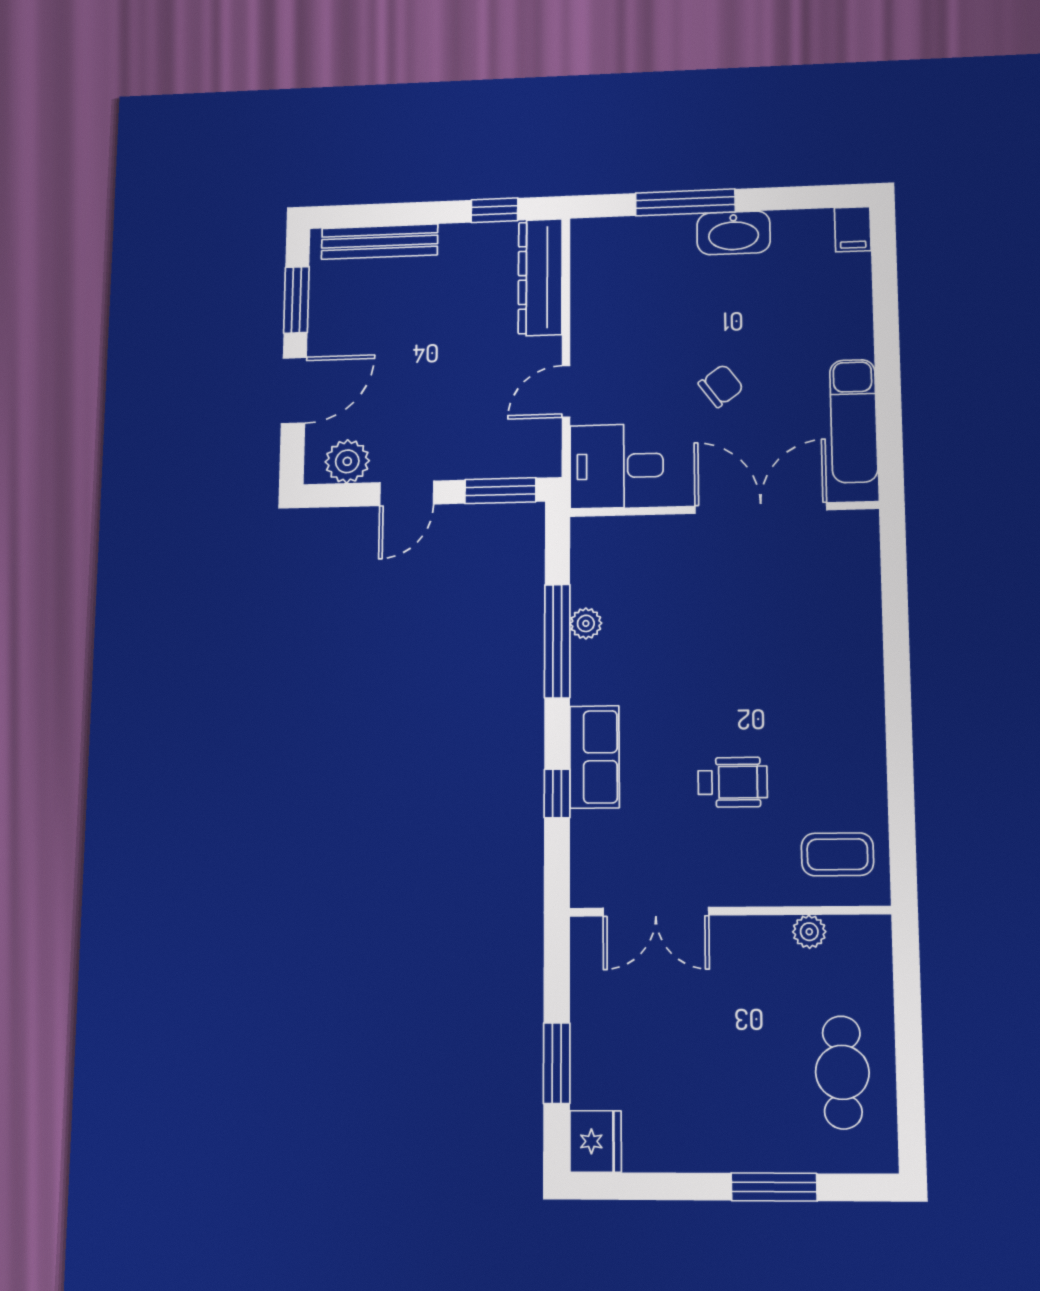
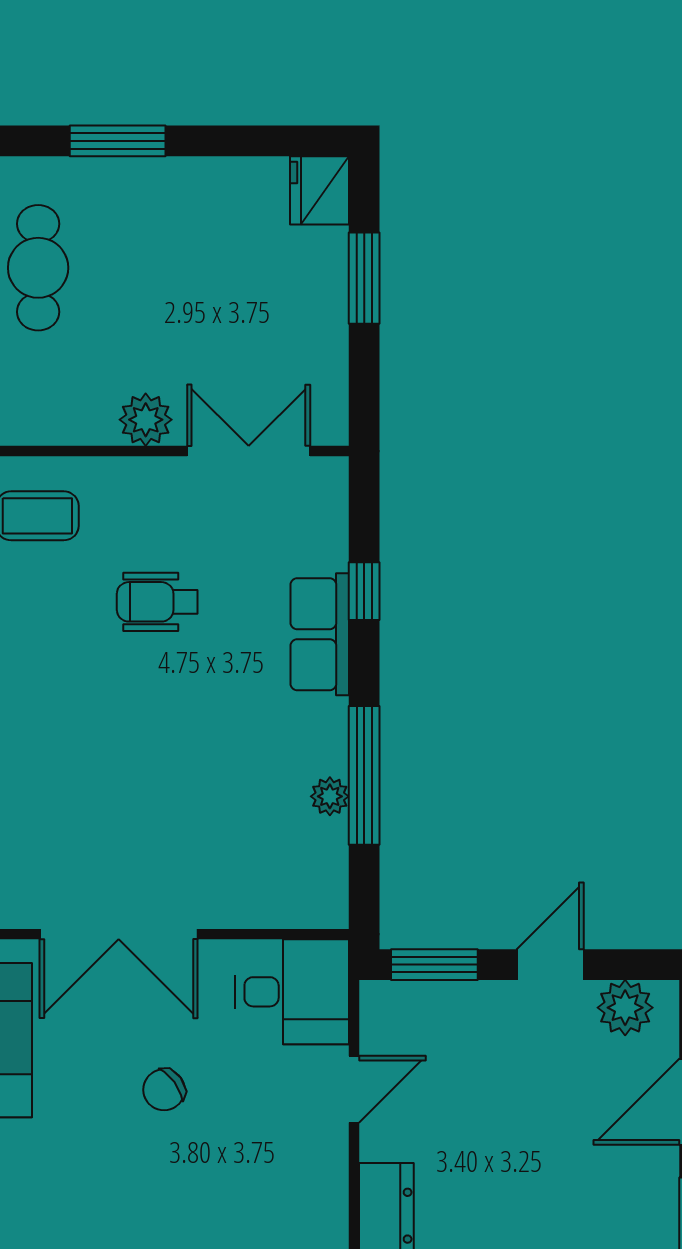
plant: (809, 932) -> (146, 420), moved, width x1.38, depth x1.38

